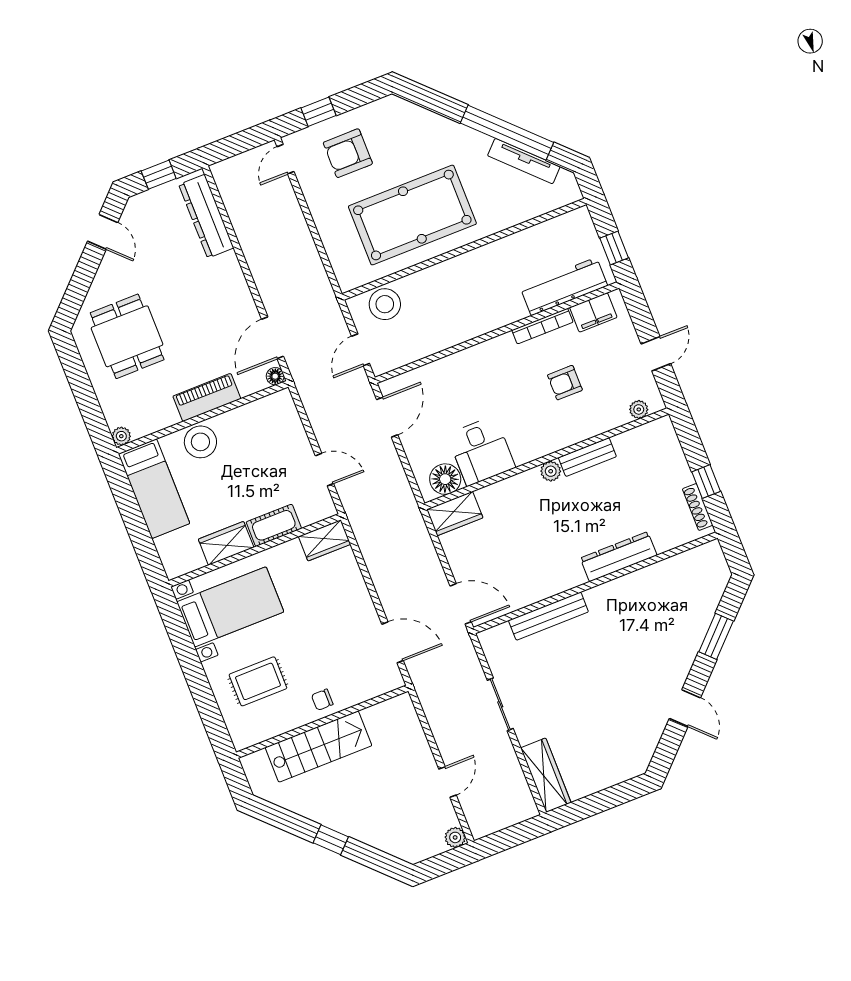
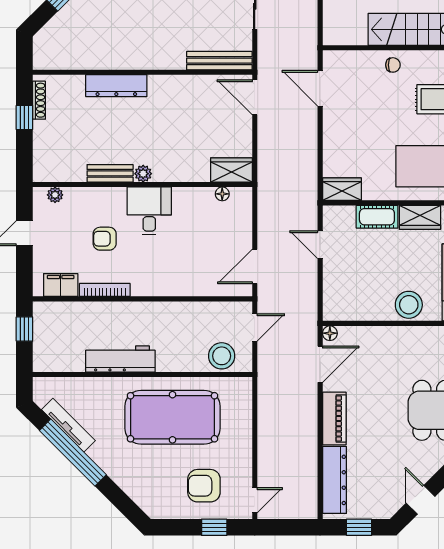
armchair: (348, 153) -> (204, 486), turned 180
workbench: (564, 286) -> (120, 359), moved, turned 180
armchair: (565, 383) -> (105, 239), turned 180
piano: (207, 397) -> (334, 419), moved, turned -90
desk: (481, 451) -> (149, 211), moved
floor lamp: (445, 479) -> (222, 194), width x0.53, depth x0.53
bench: (548, 616) -> (219, 61), moved

